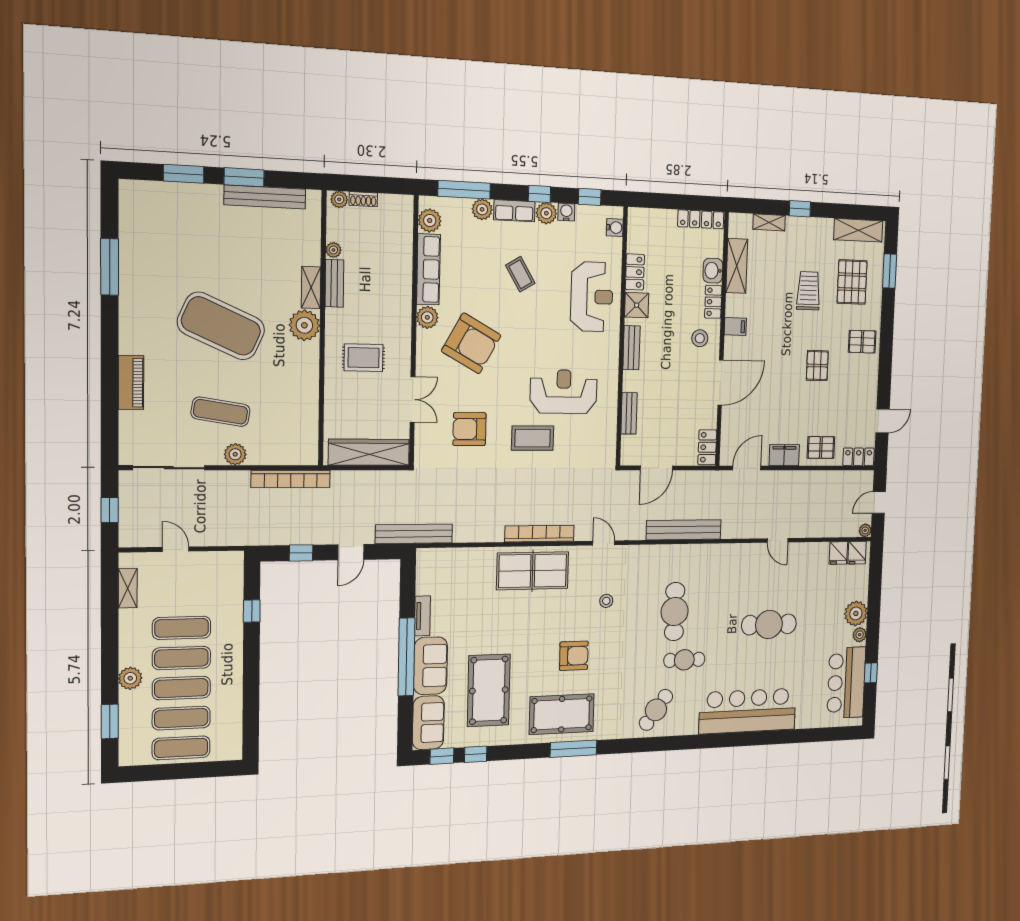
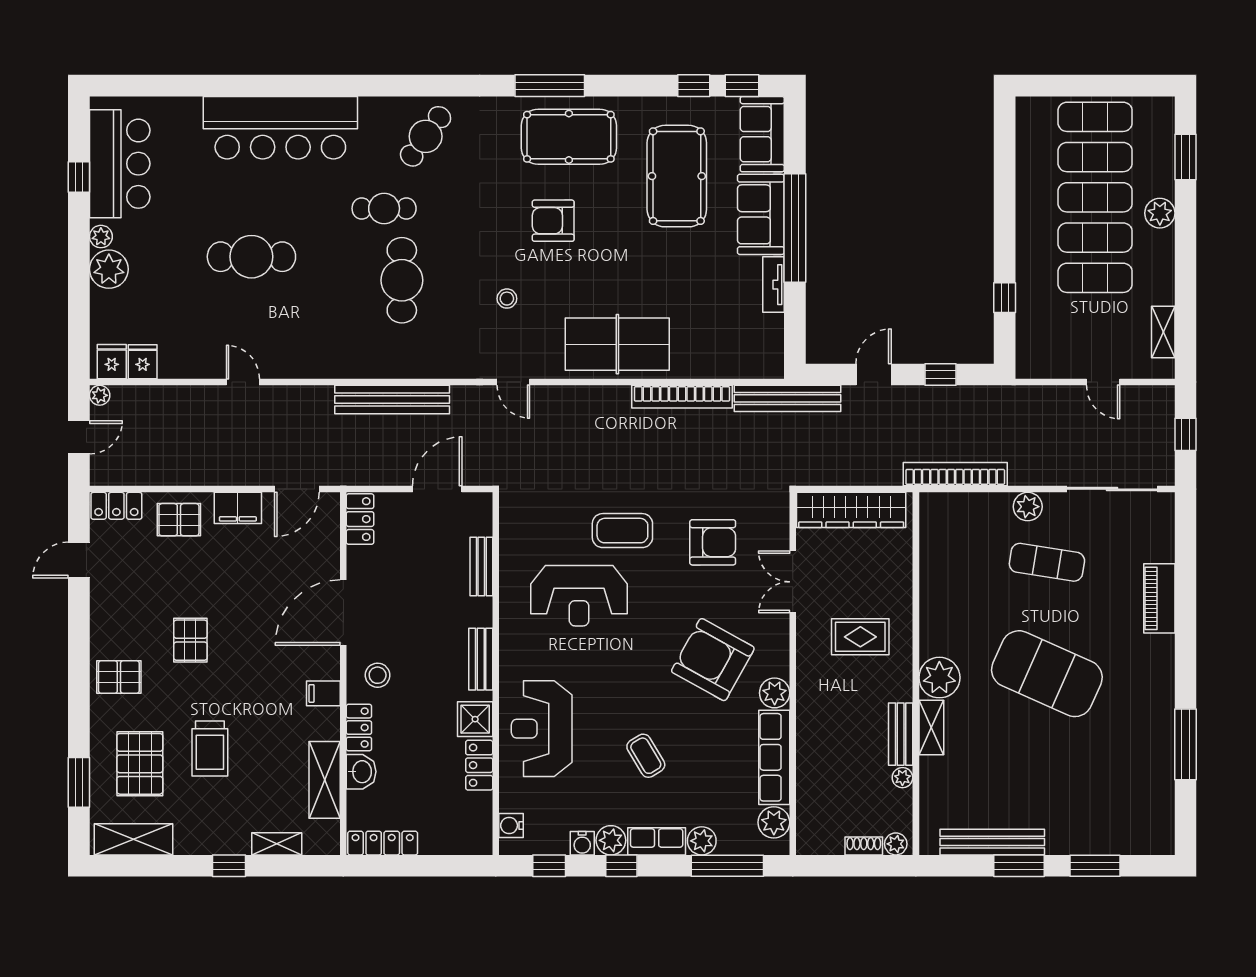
bookcase: (539, 534) -> (682, 397), moved

